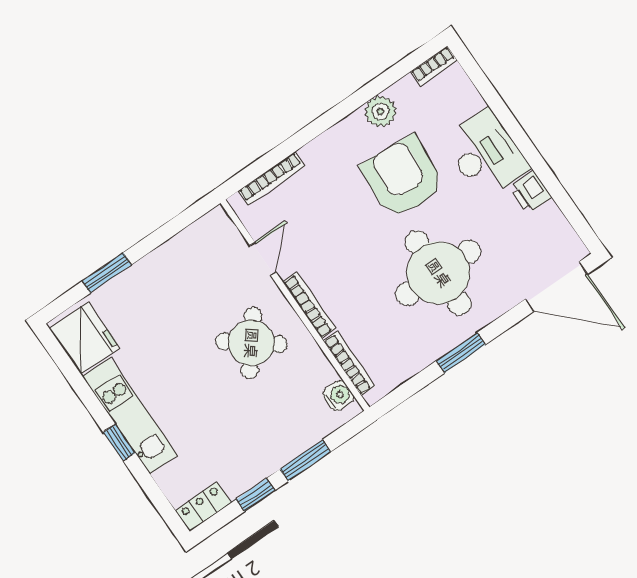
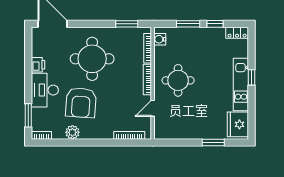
window: (484, 86) -> (28, 115), added
round table: (251, 343) -> (178, 80), turned -38
window: (461, 353) -> (127, 24), moved

